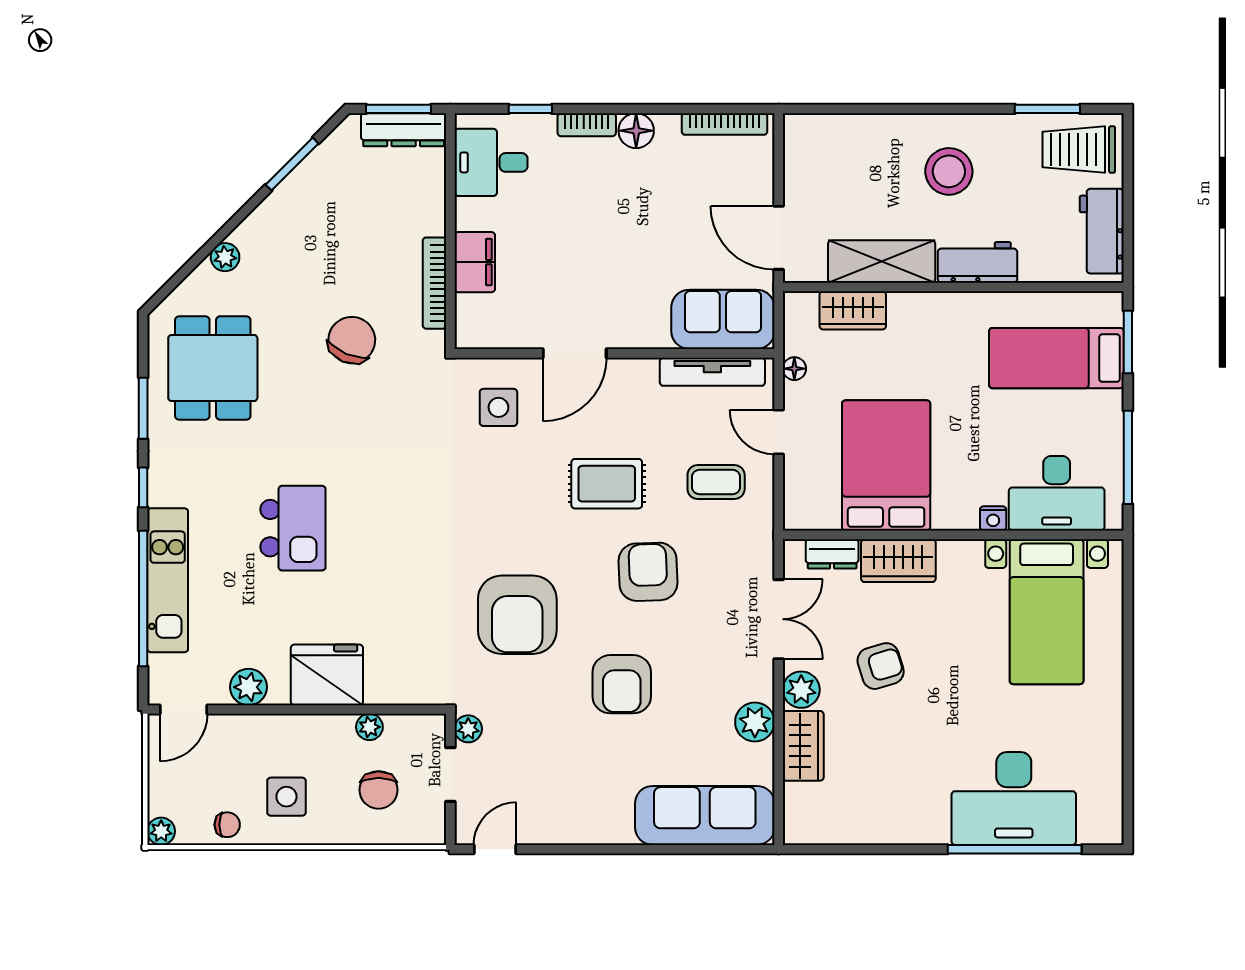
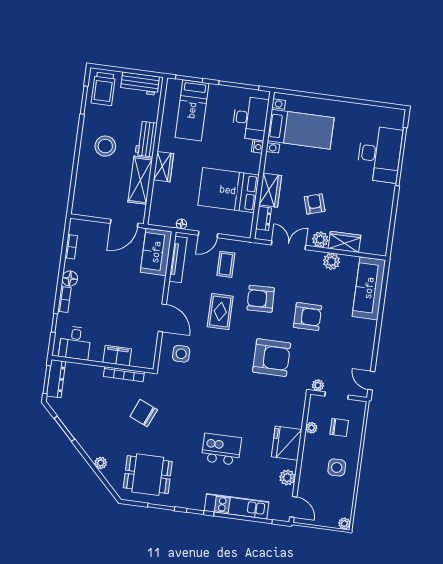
bookcase: (724, 124) -> (71, 247), width x0.64
wardrobe: (853, 310) -> (164, 167), moved
chair: (227, 825) -> (345, 495), removed

